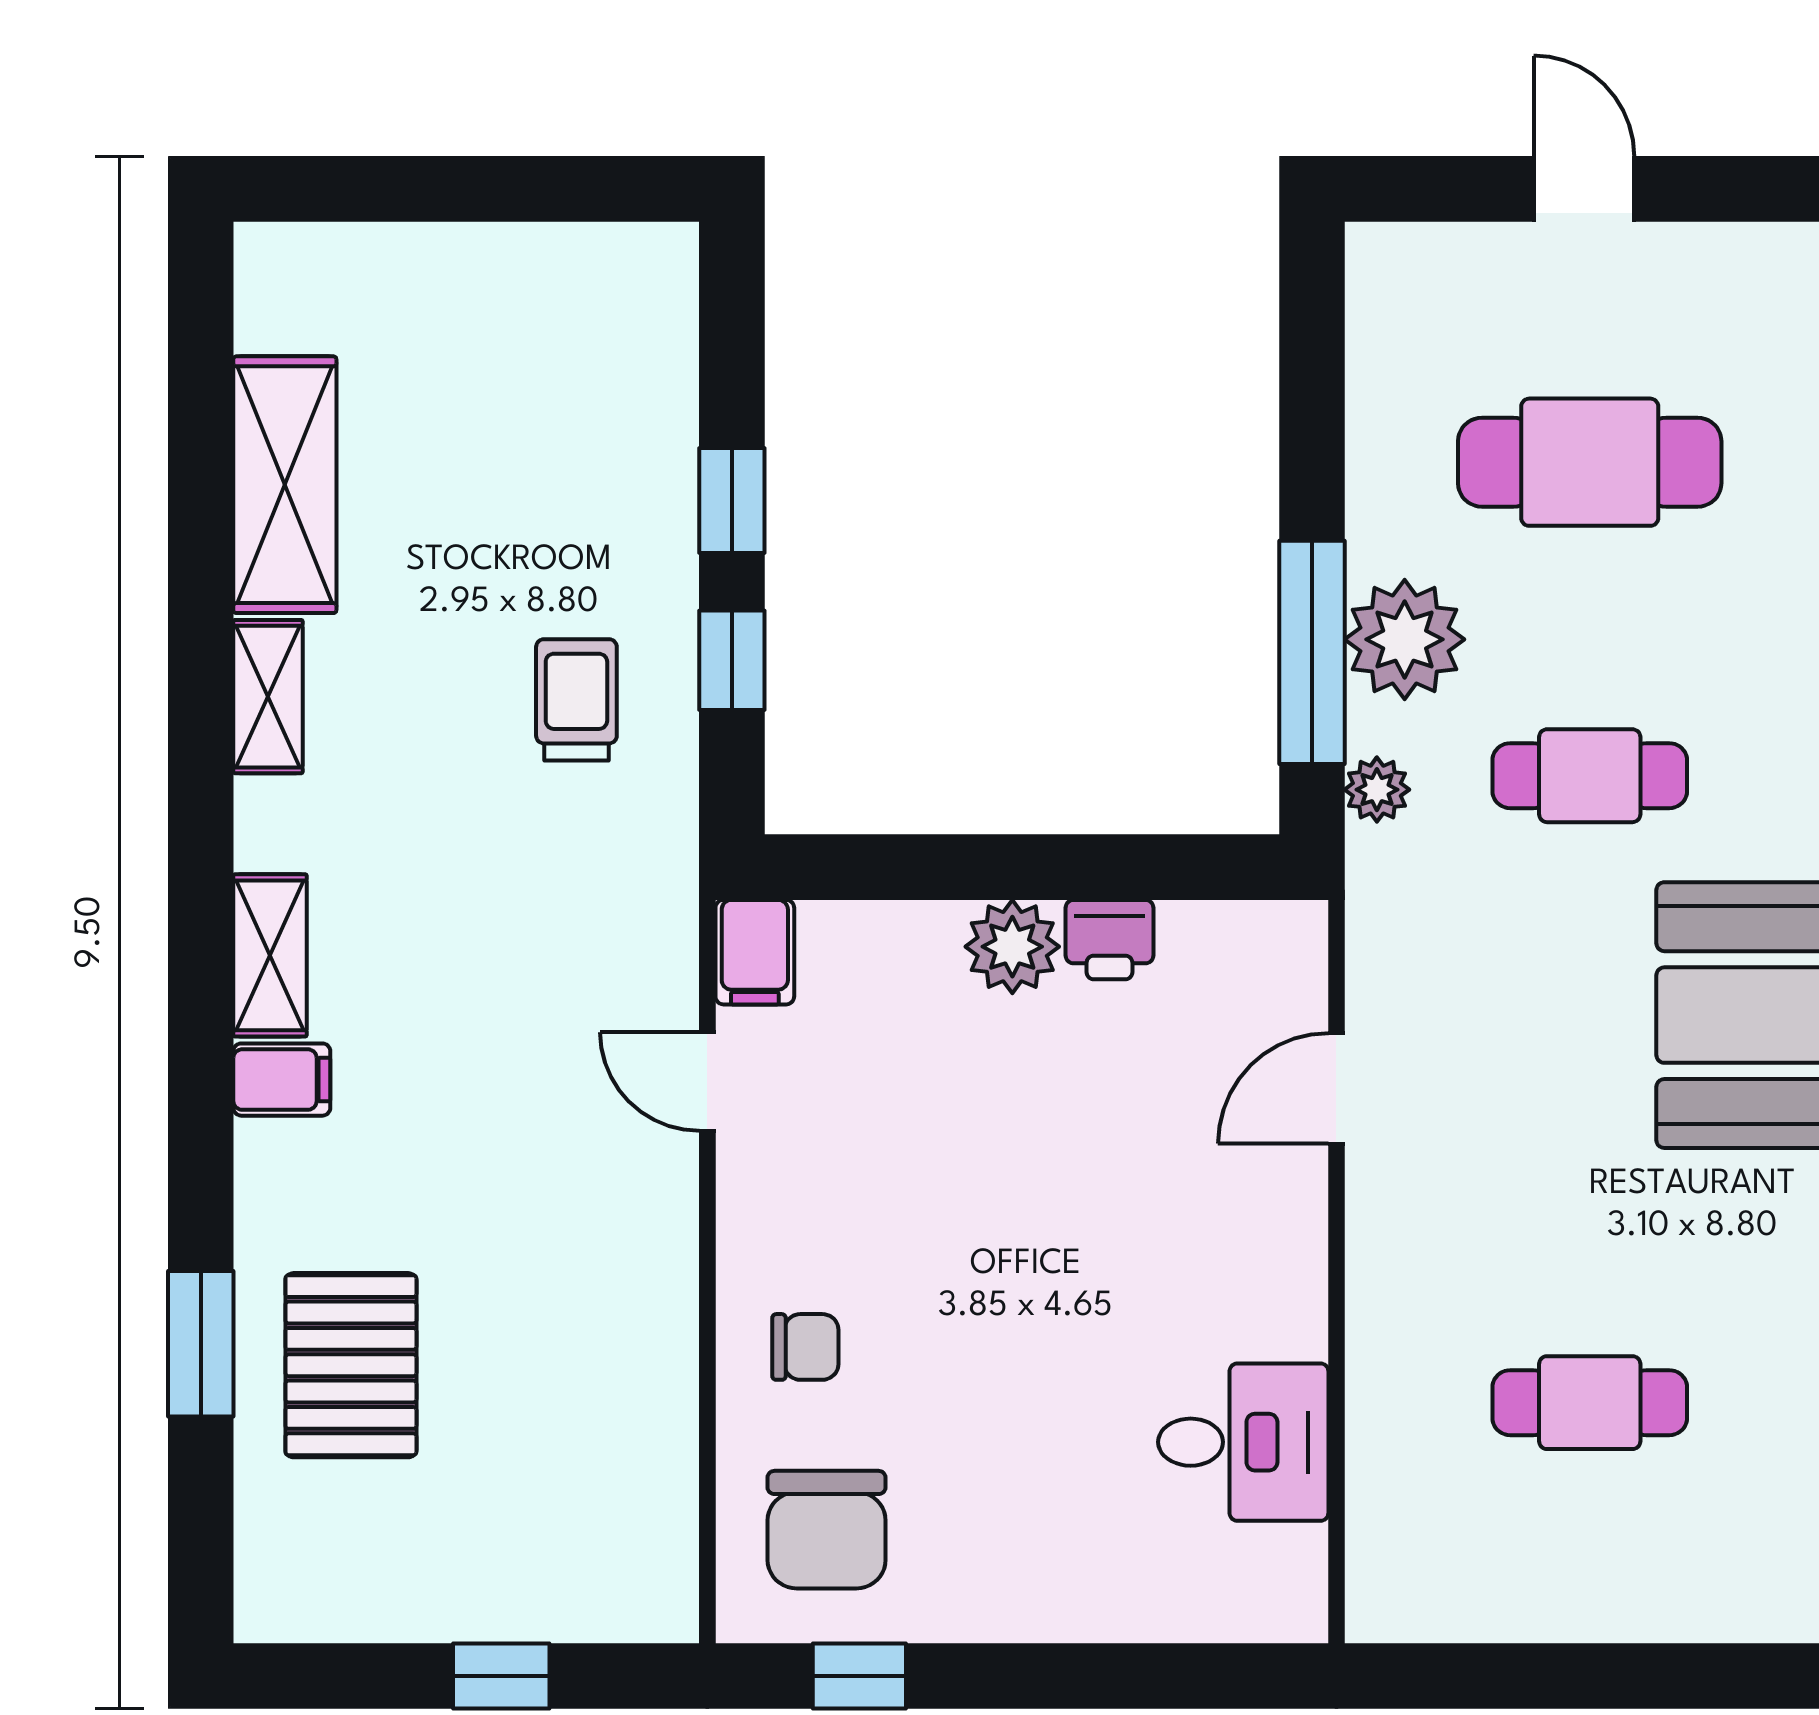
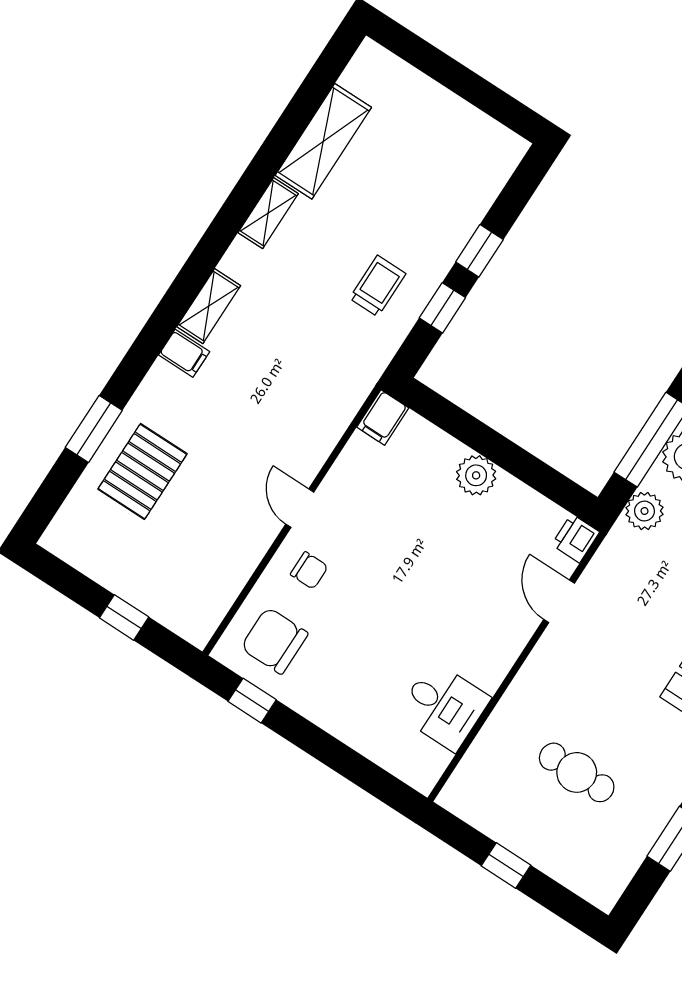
plant: (1377, 790) -> (644, 511), width x1.38, depth x1.38
printer: (1109, 940) -> (576, 538), moved, turned 90
door: (707, 1081) -> (300, 508), moved
door: (1336, 1088) -> (559, 601), hinge flipped
chair: (827, 1530) -> (274, 641), turned 90
window: (1569, 1676) -> (506, 865), added

